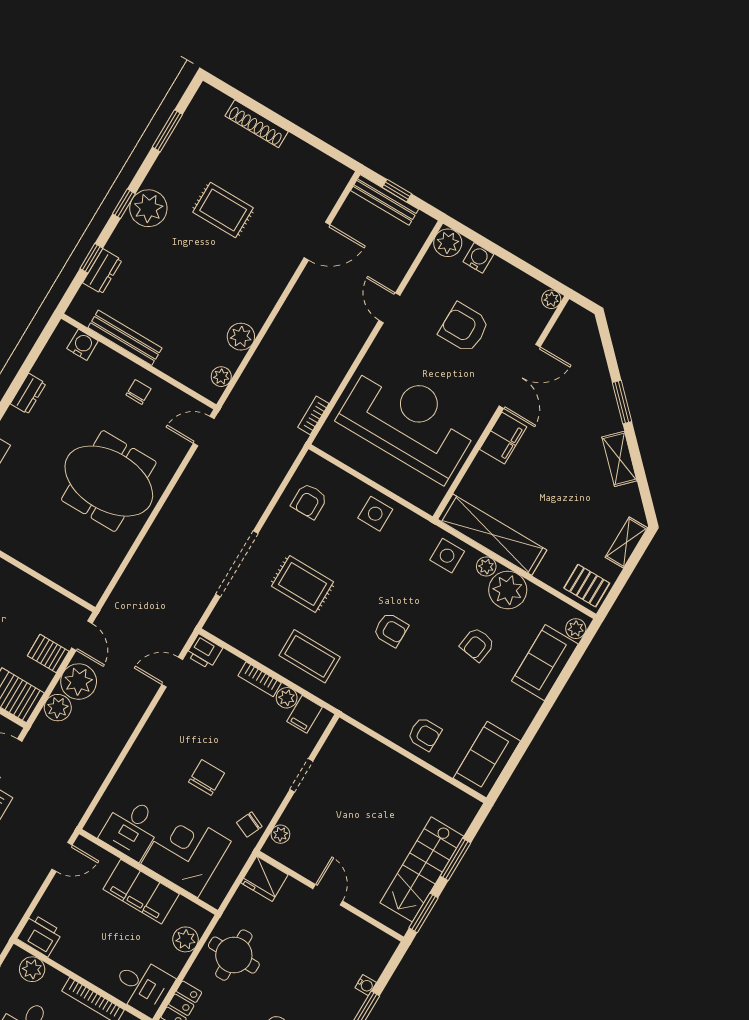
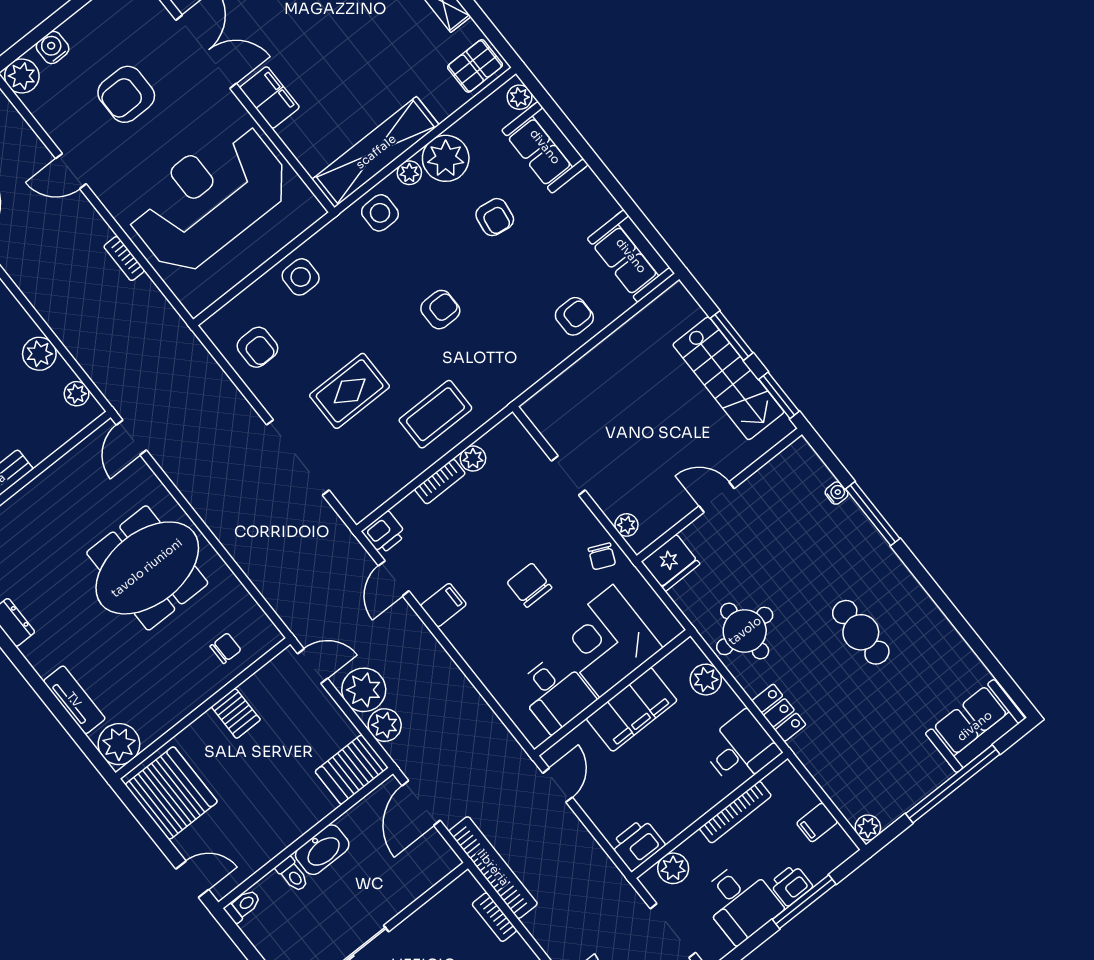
chair: (138, 392) -> (225, 648), moved, turned 90
bookcase: (313, 415) -> (124, 258), moved
server rack: (48, 653) -> (236, 713), moved, turned -90
filing cabinet: (304, 714) -> (443, 605), moved, turned -90

